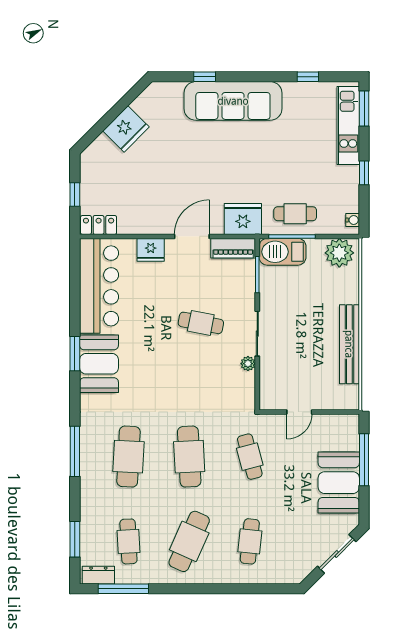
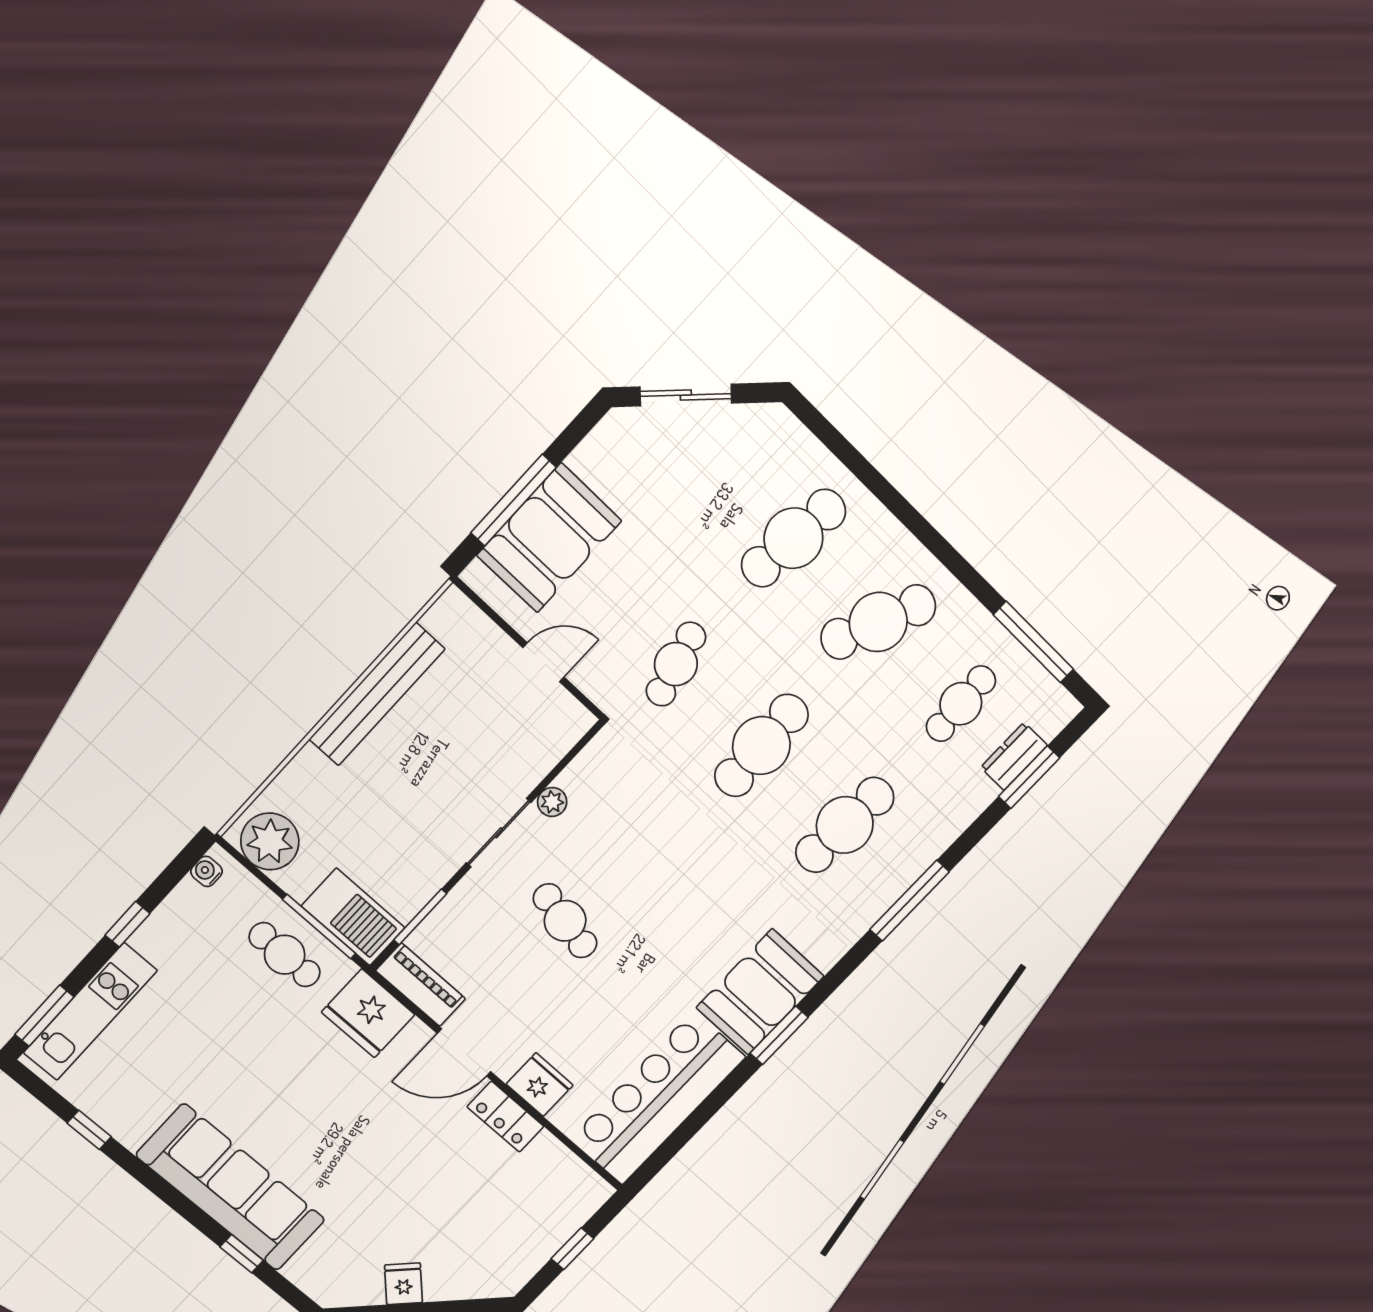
fridge: (126, 129) -> (403, 1284), width x0.53, depth x0.75
locker: (99, 225) -> (505, 1117), moved
booth: (339, 483) -> (549, 538), moved
cafe table: (250, 541) -> (793, 538), width x1.37, depth x1.35
dresser: (98, 575) -> (1014, 756), moved, turned 90

